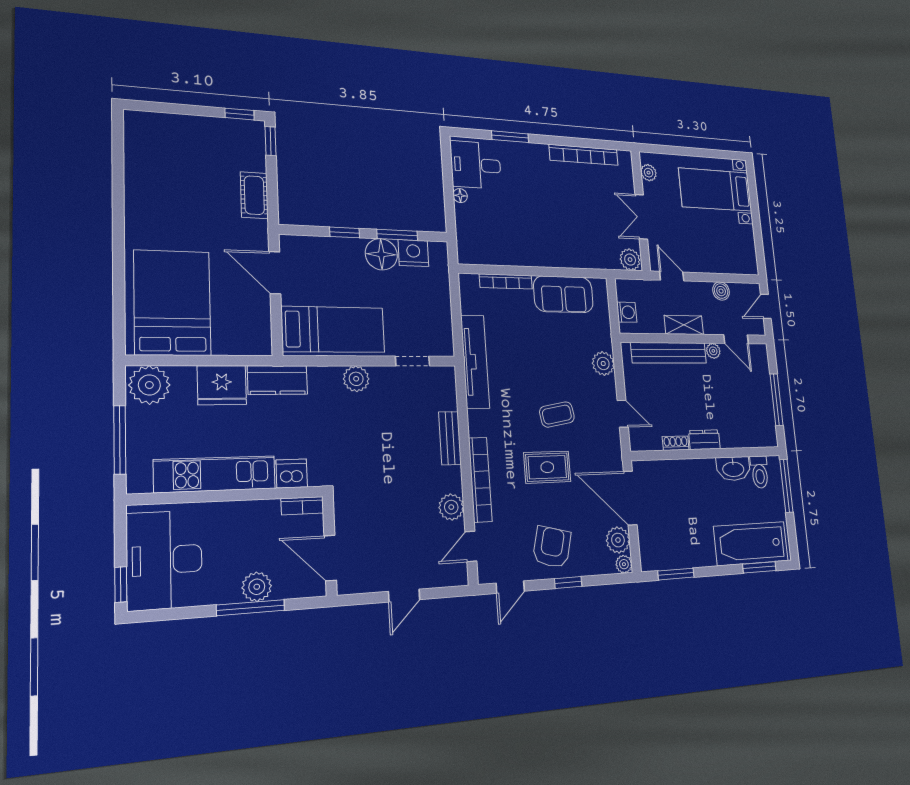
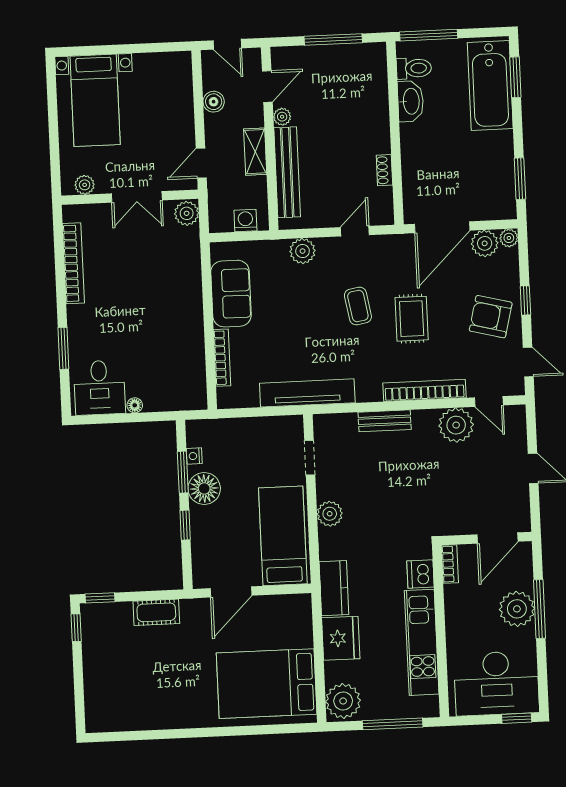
nightstand: (413, 253) -> (194, 456), width x0.53, depth x0.56
dresser: (704, 440) -> (380, 135), removed
plant: (451, 507) -> (456, 425), width x1.36, depth x1.36
plant: (257, 587) -> (517, 609), width x1.36, depth x1.36

